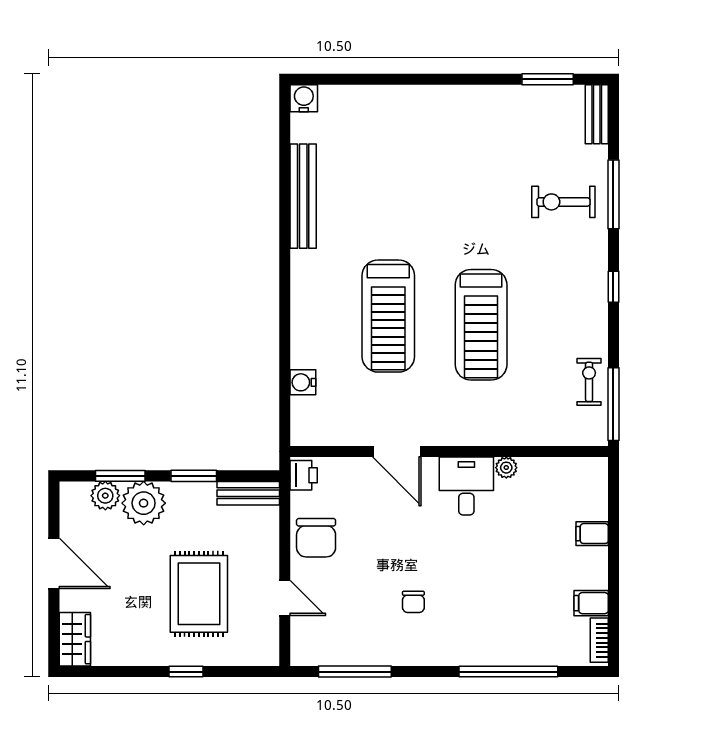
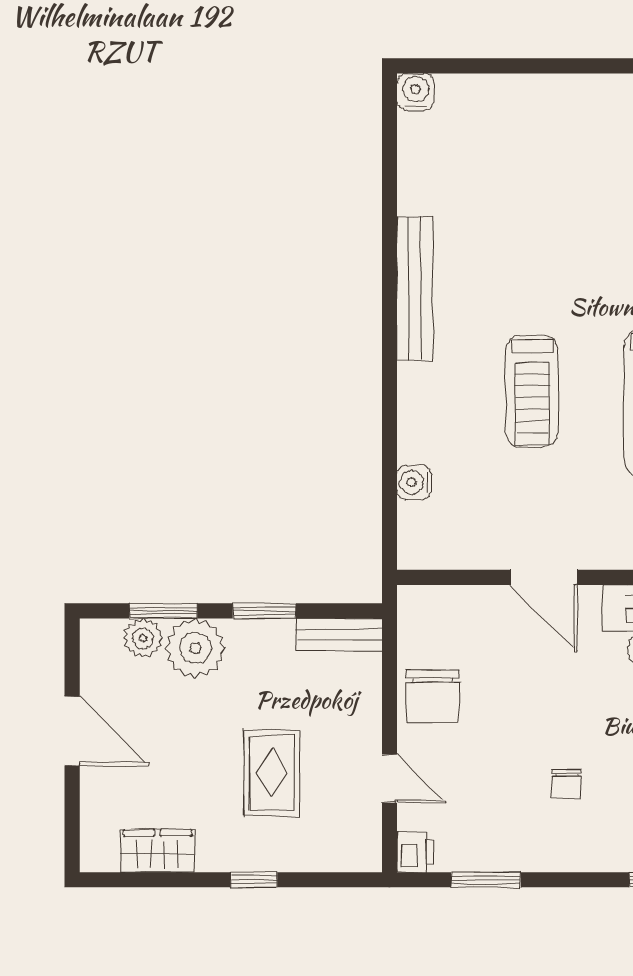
bench: (303, 196) -> (415, 288), moved
treadmill: (388, 316) -> (532, 391), width x0.73, depth x0.73
printer: (304, 475) -> (415, 852), moved
rug: (199, 594) -> (272, 773), width x0.73, depth x0.70
wardrobe: (75, 639) -> (158, 851), moved, turned -90
window: (355, 672) -> (486, 880), width x0.69

